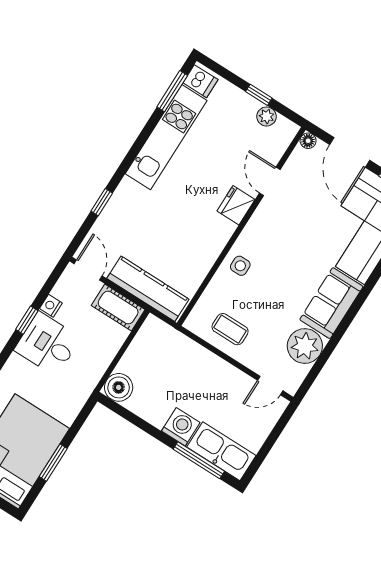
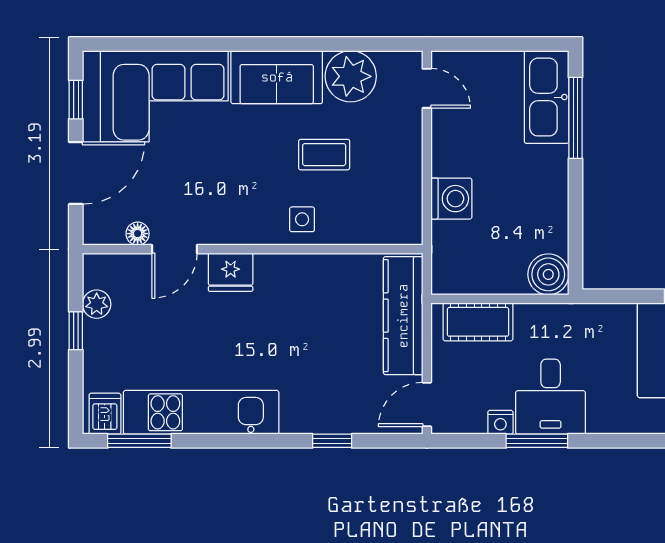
floor lamp: (308, 141) -> (138, 234), moved
cot: (118, 308) -> (478, 322), moved, turned 90
window: (27, 320) -> (537, 441), width x1.50
coffee table: (230, 329) -> (324, 155), moved, turned 90
washing machine: (181, 427) -> (451, 199), moved, turned 180

